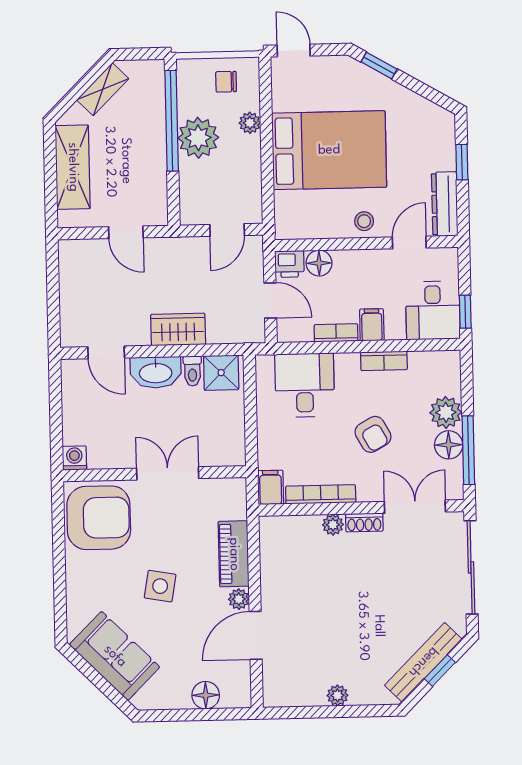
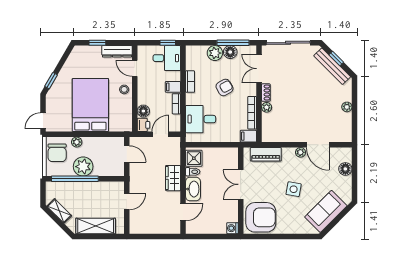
chair: (226, 82) -> (57, 153), width x1.87, depth x1.87
armchair: (99, 518) -> (261, 217), turned 90
piano: (234, 554) -> (266, 154), moved

